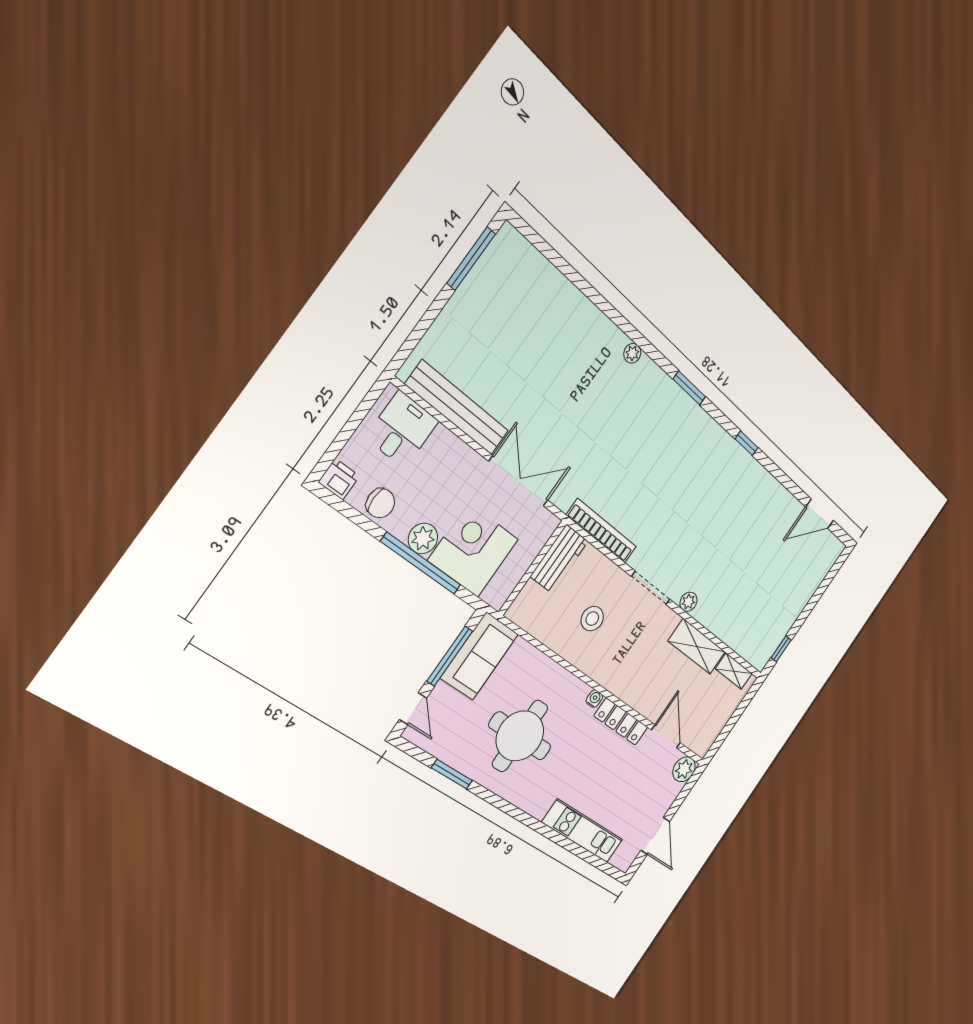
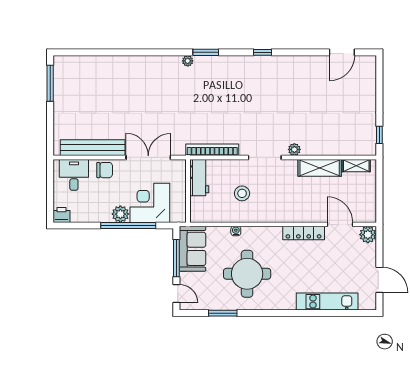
plant: (632, 353) -> (188, 61), moved
chair: (380, 503) -> (105, 170), moved
water cooler: (594, 699) -> (236, 231), moved

